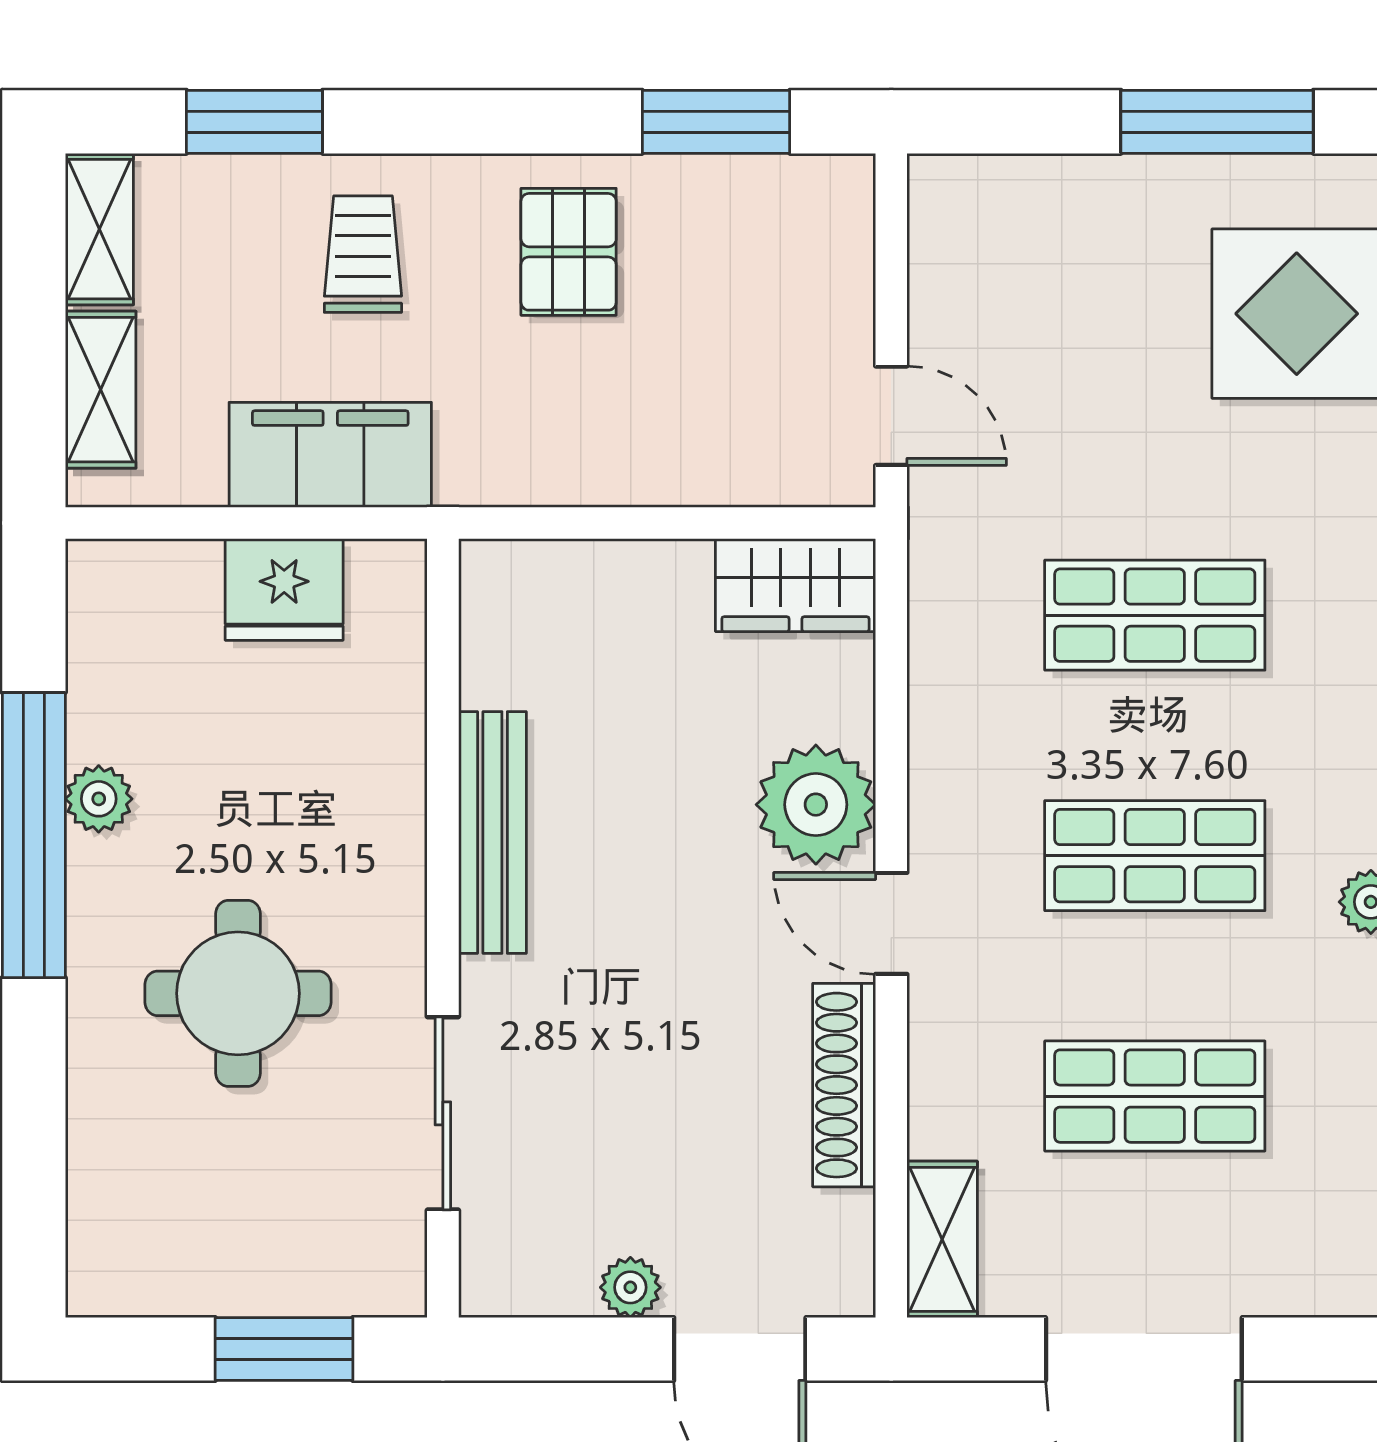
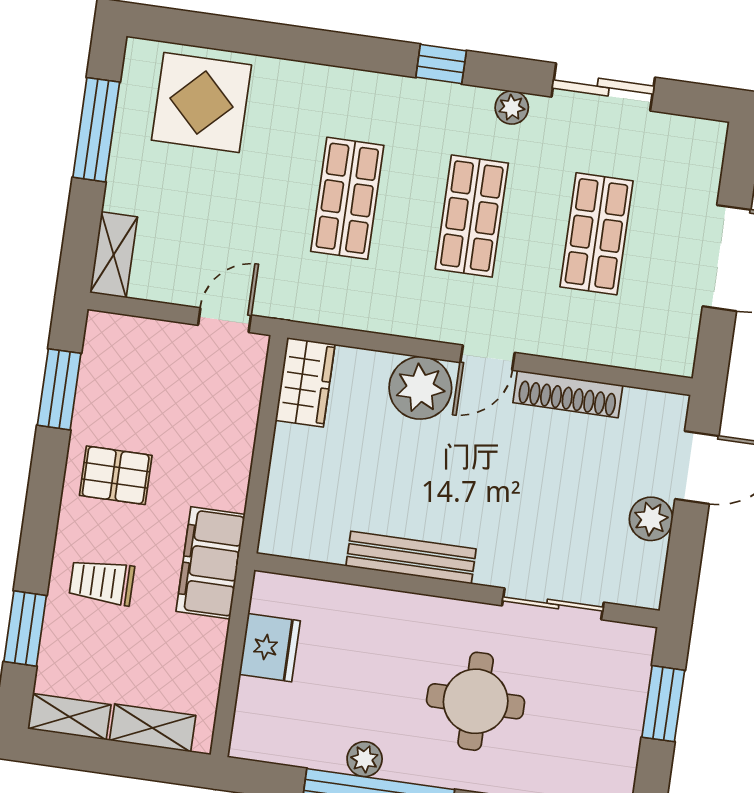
filing cabinet: (330, 455) -> (211, 563), moved
shelving: (942, 1239) -> (114, 255), moved, turned 90
plant: (630, 1287) -> (651, 519), width x1.38, depth x1.38

